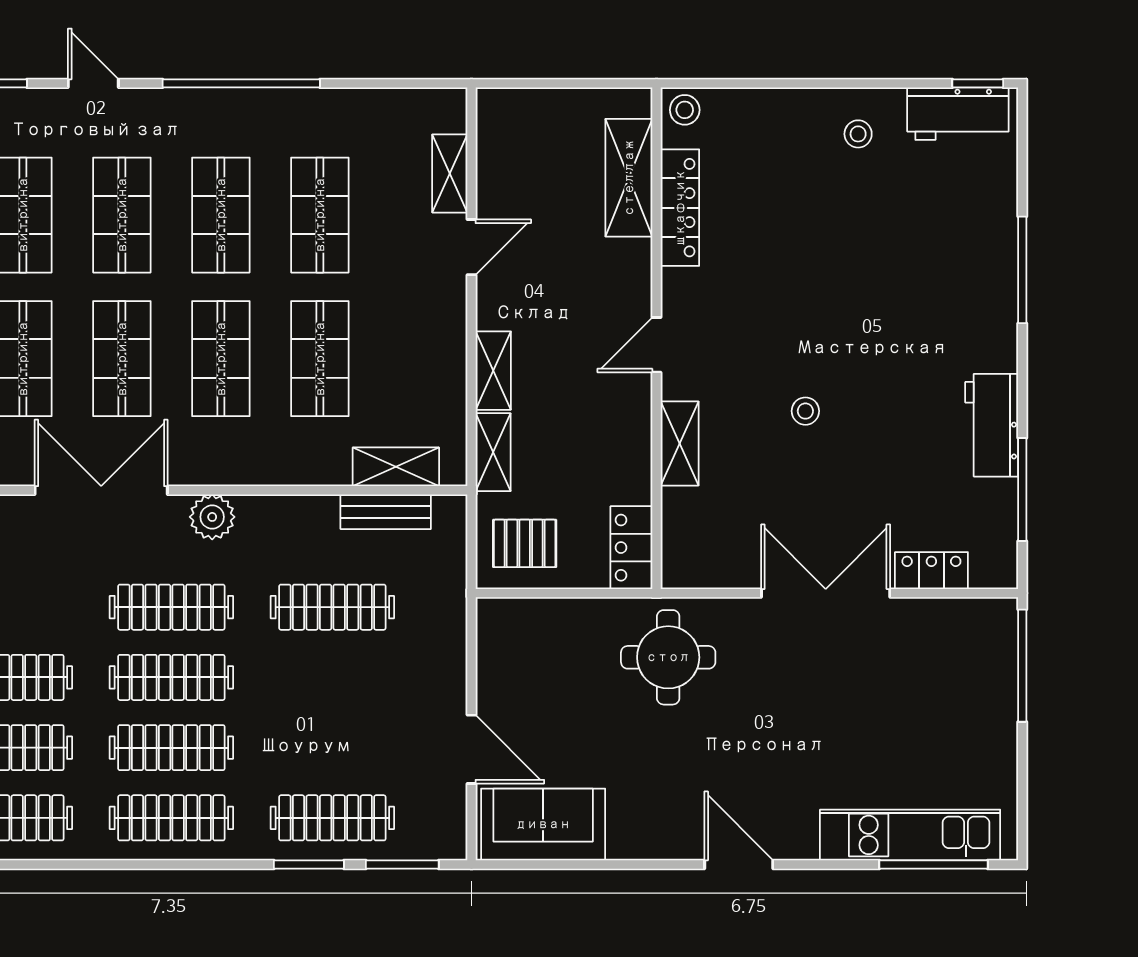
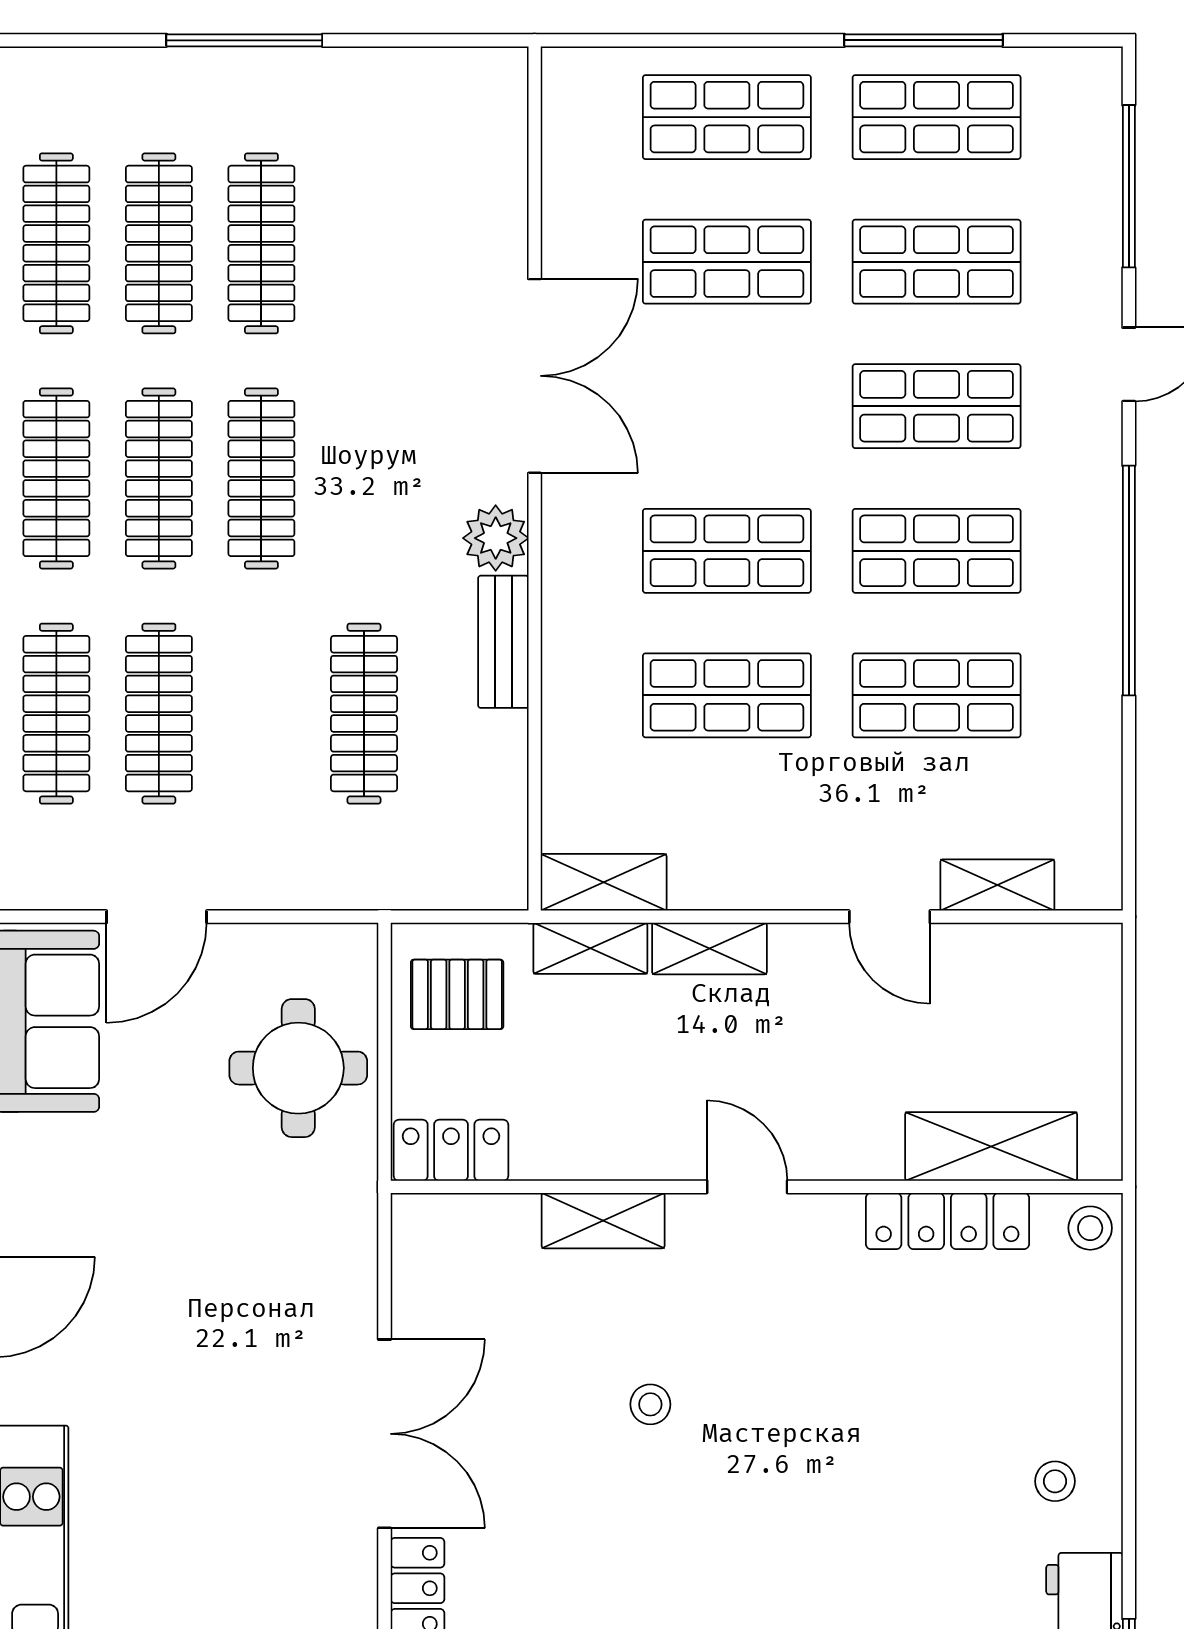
shop shelf: (122, 359) -> (727, 406), removed
shelving: (396, 467) -> (604, 882), moved, turned 90
bench: (386, 512) -> (503, 642), moved
pallet: (525, 543) -> (457, 994), turned 90
clothes rail: (171, 607) -> (159, 714), moved
round table: (668, 657) -> (298, 1068), moved

